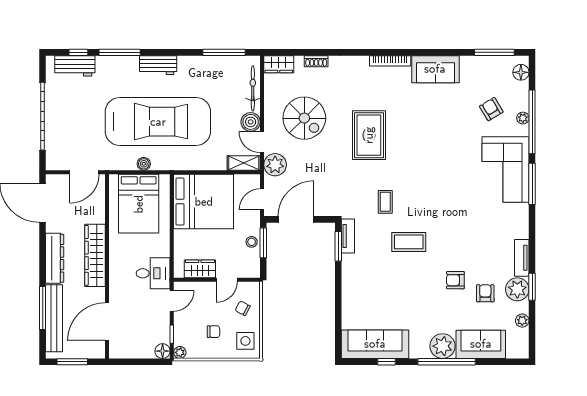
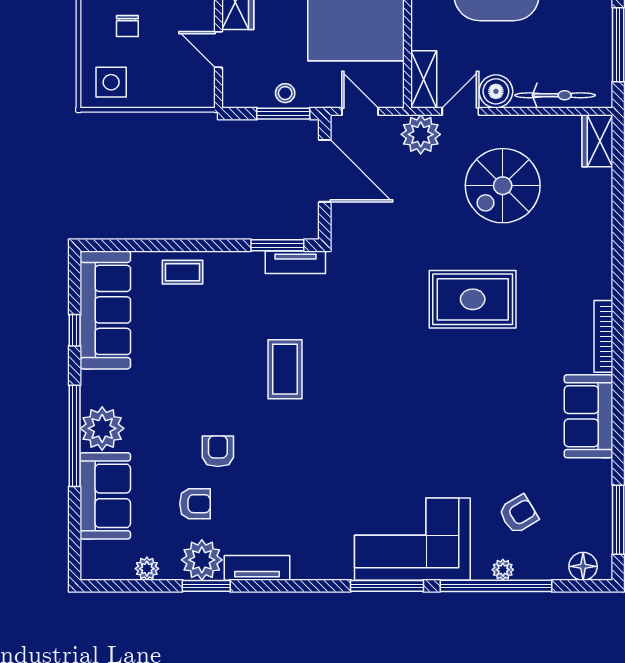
shoe rack: (316, 61) -> (603, 207), removed
coffee table: (385, 202) -> (182, 272), moved
chair: (243, 308) -> (168, 77), removed

